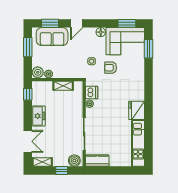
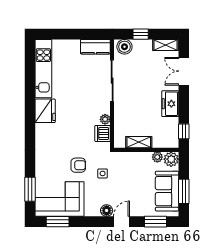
floor lamp: (101, 32) -> (107, 210), moved
sofa: (52, 37) -> (167, 191), moved, turned -90

